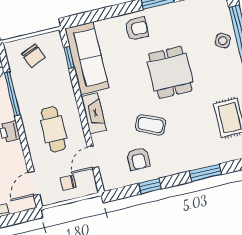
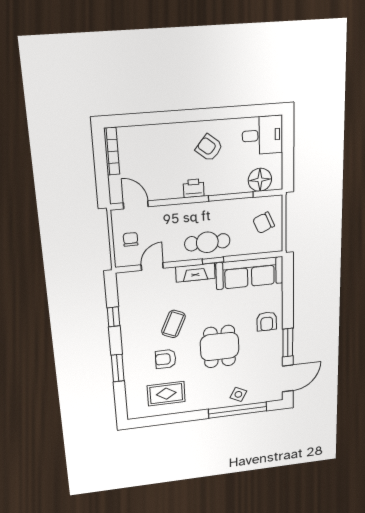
window: (69, 57) -> (213, 260), moved
dining table: (170, 72) -> (220, 347), turned 90
cafe table: (54, 129) -> (207, 242), moved
door: (93, 157) -> (152, 267), hinge flipped
armchair: (138, 159) -> (166, 359), moved

